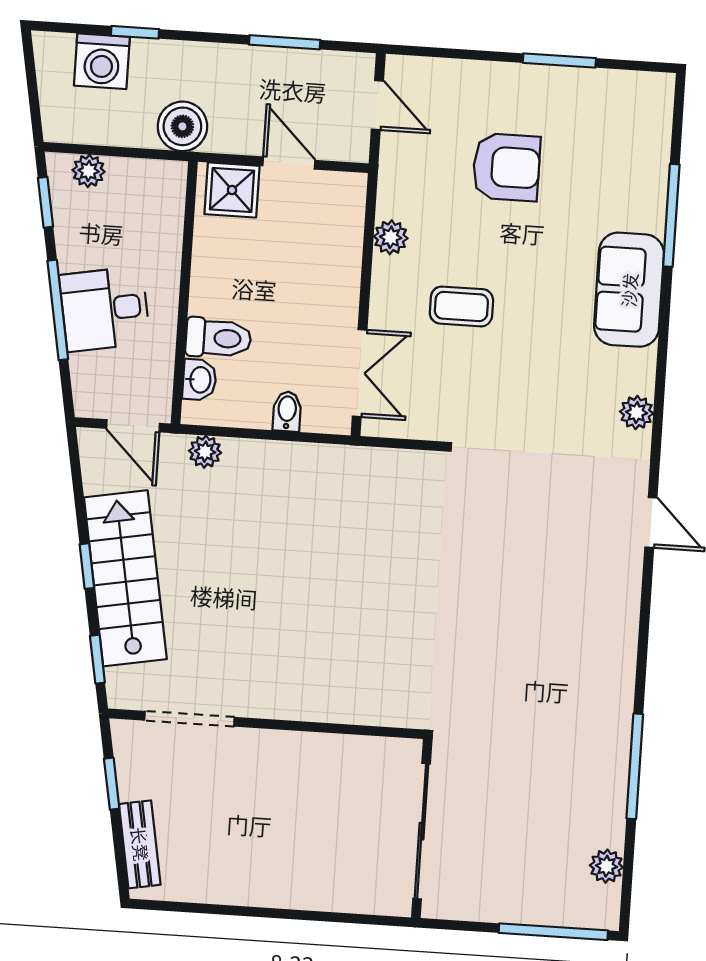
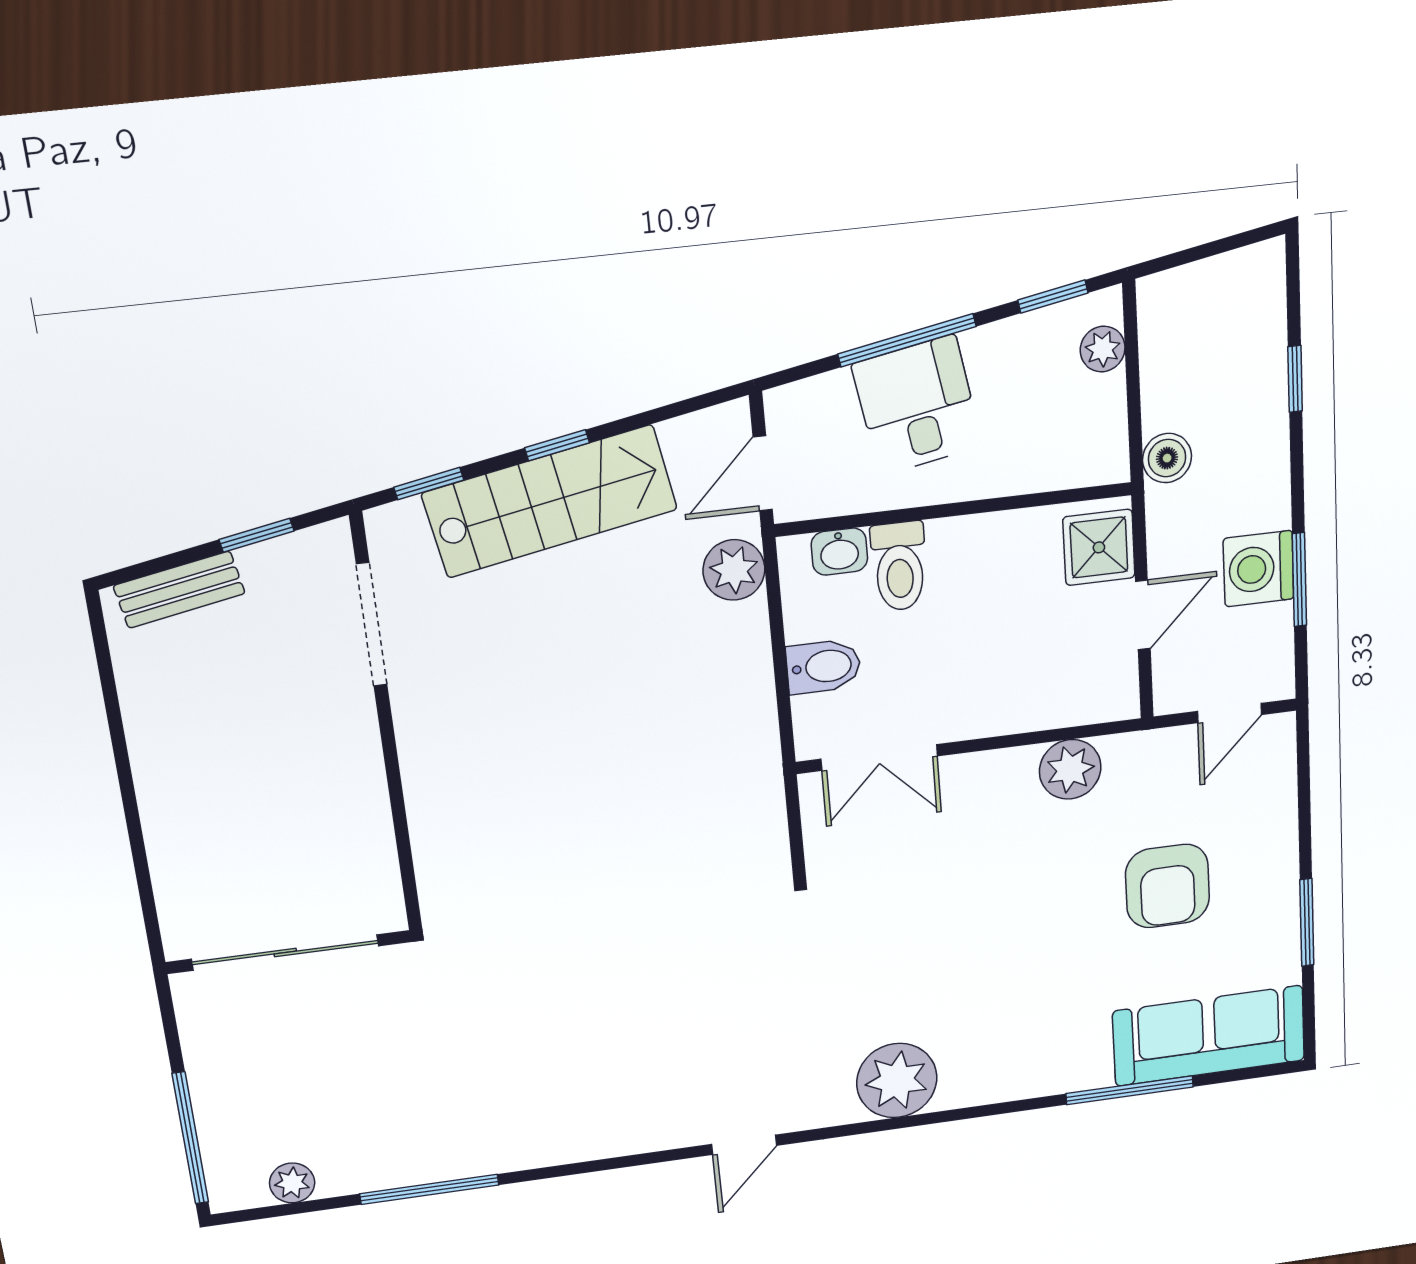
washing machine: (102, 61) -> (1259, 569), moved
boiler: (182, 126) -> (1167, 458), width x0.73, depth x0.73
plant: (391, 237) -> (1070, 769), width x1.38, depth x1.38
sofa: (629, 290) -> (1209, 1036), moved, width x1.36
coffee table: (461, 306) -> (984, 867), removed
bidet: (287, 411) -> (823, 667), width x1.38, depth x1.36
plant: (637, 413) -> (897, 1081), width x1.88, depth x1.88
plant: (205, 452) -> (734, 570), width x1.38, depth x1.38

